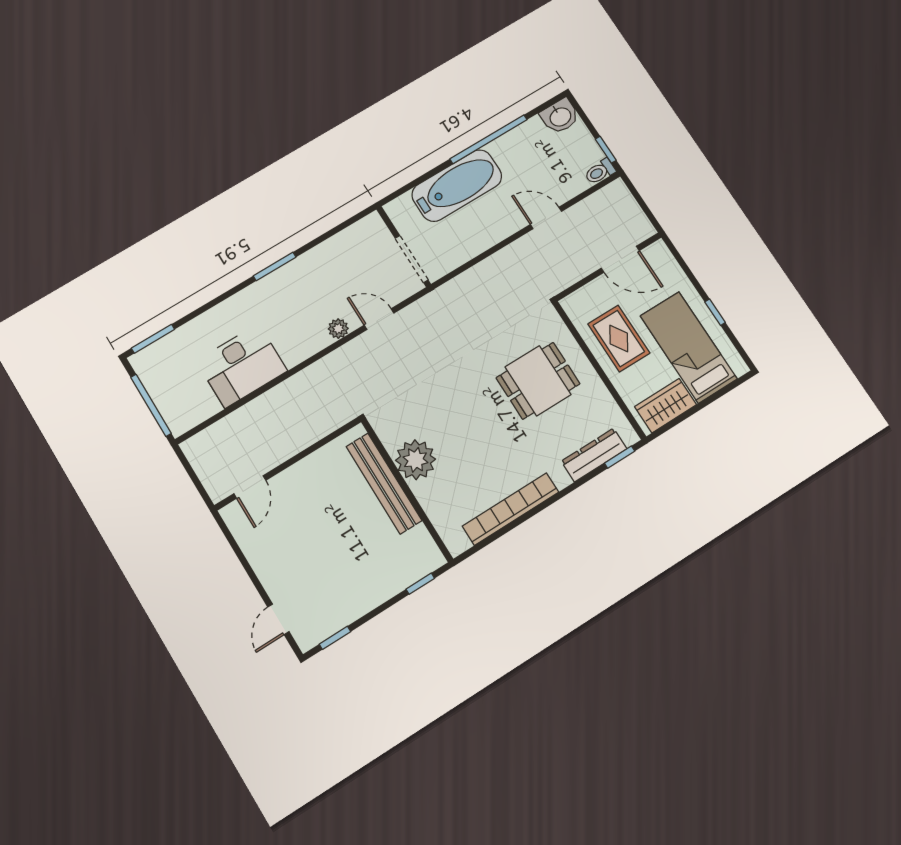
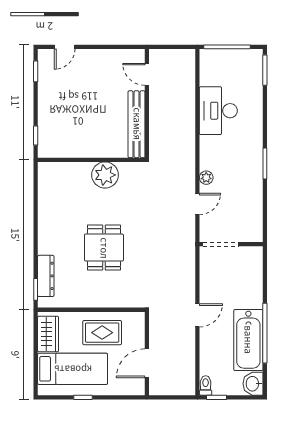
bathtub: (457, 186) -> (248, 340), moved
door: (546, 218) -> (197, 315), moved
dining table: (538, 381) -> (104, 248), moved
bench: (384, 483) -> (137, 124), moved, turned 90
bookcase: (511, 509) -> (45, 210), removed
door: (278, 619) -> (65, 47), swing flipped

